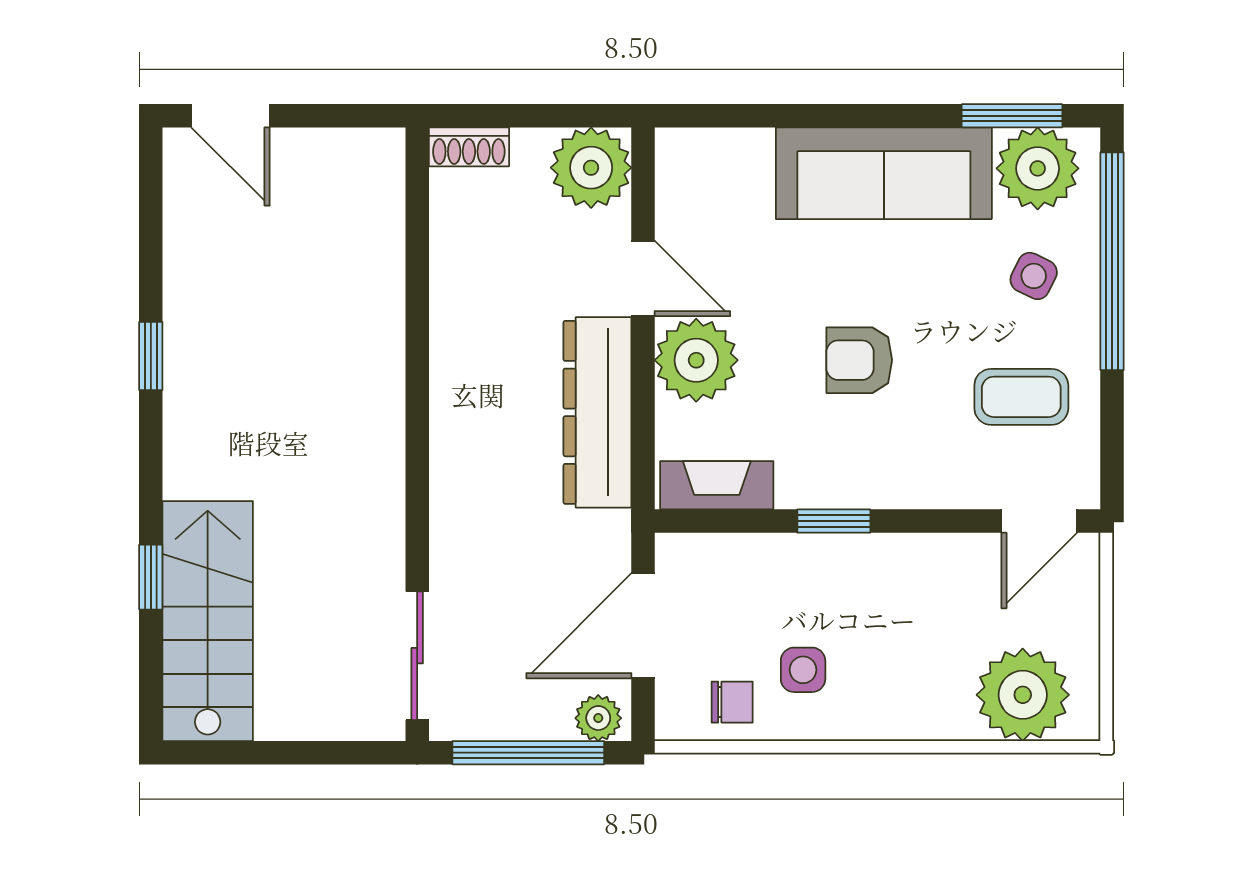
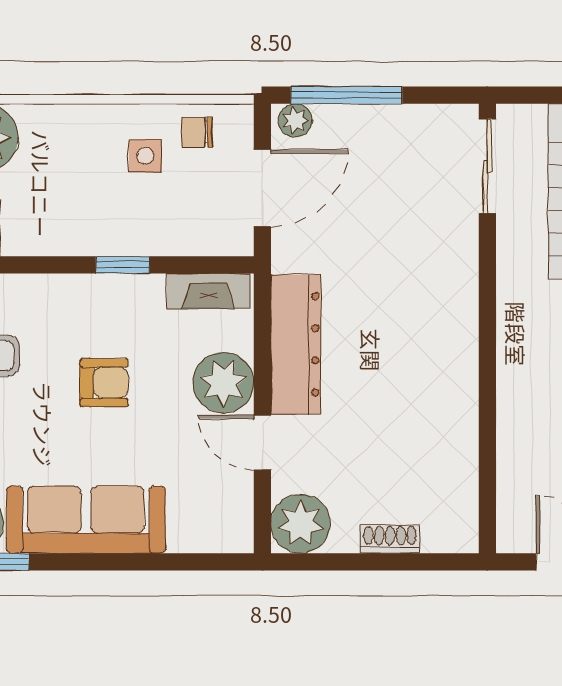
wall: (417, 434) -> (487, 328), moved
sliding door: (417, 656) -> (487, 166), moved

